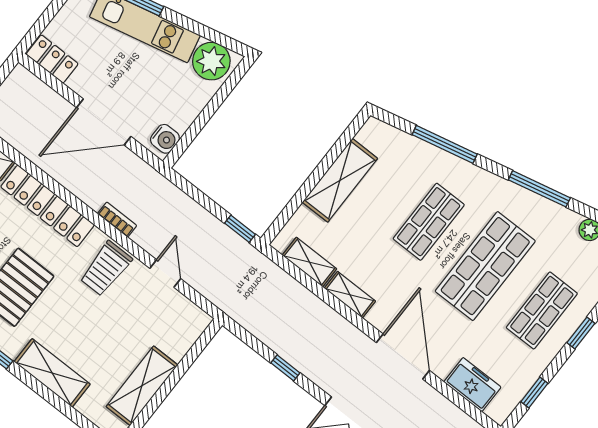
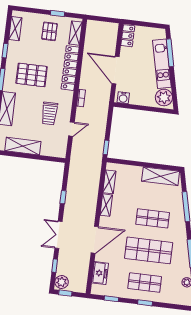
shelving: (340, 180) -> (161, 176), moved
trolley: (106, 268) -> (49, 113), moved, turned -90

